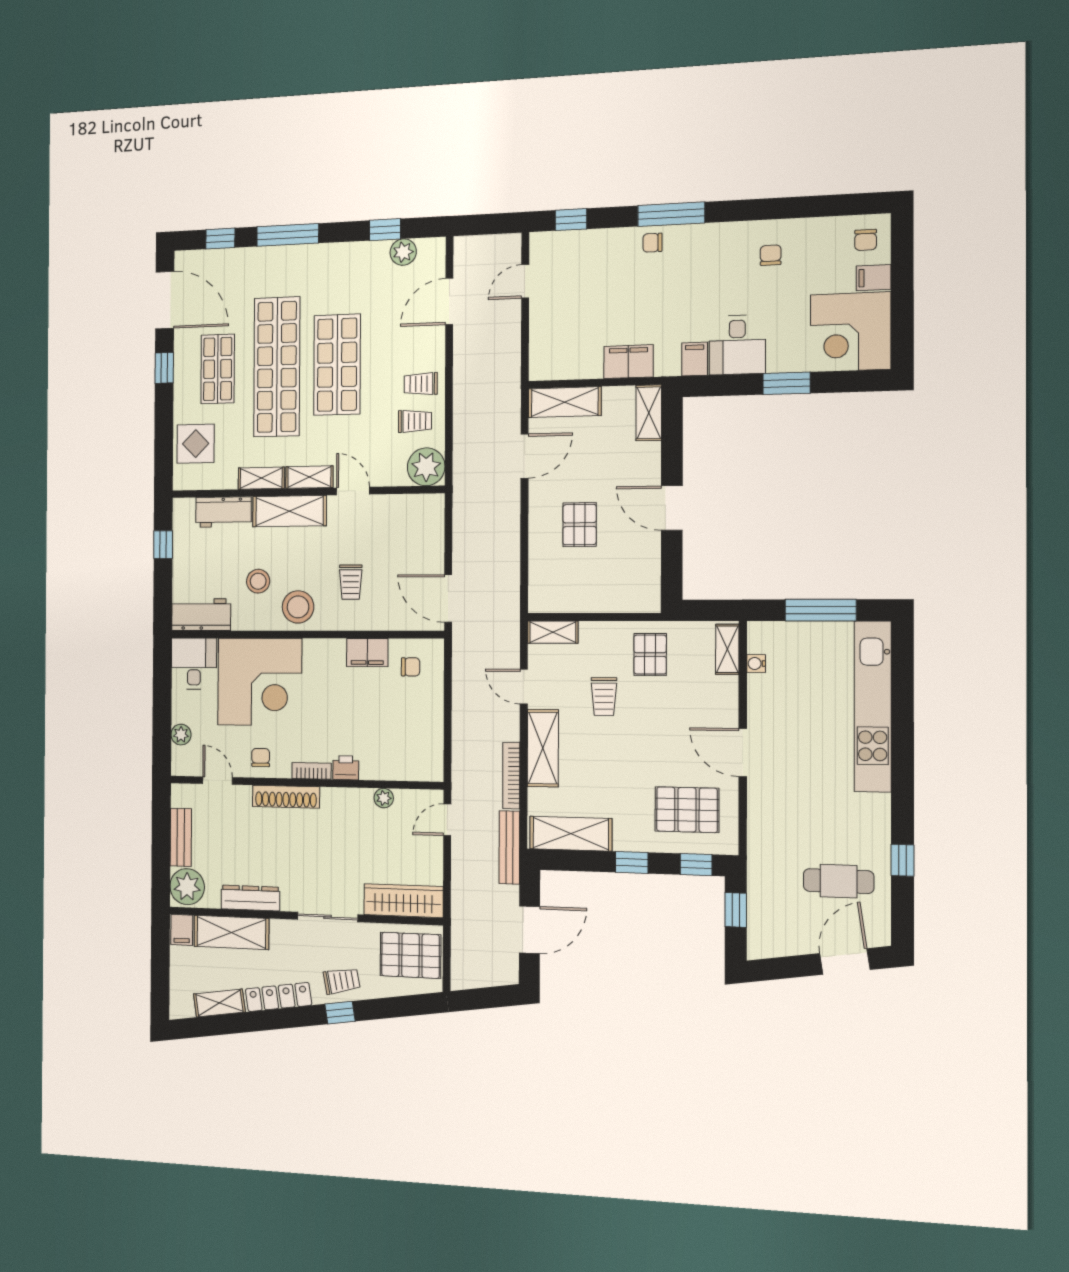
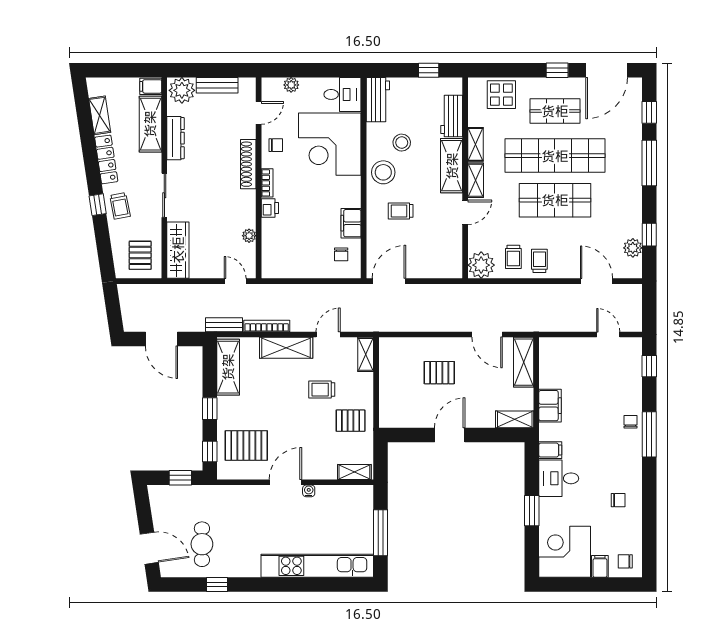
water cooler: (756, 664) -> (309, 491), moved
pallet: (687, 810) -> (246, 445), turned 90
bench: (509, 848) -> (224, 325), width x0.73
pallet: (410, 955) -> (140, 255), width x0.67, depth x0.71

